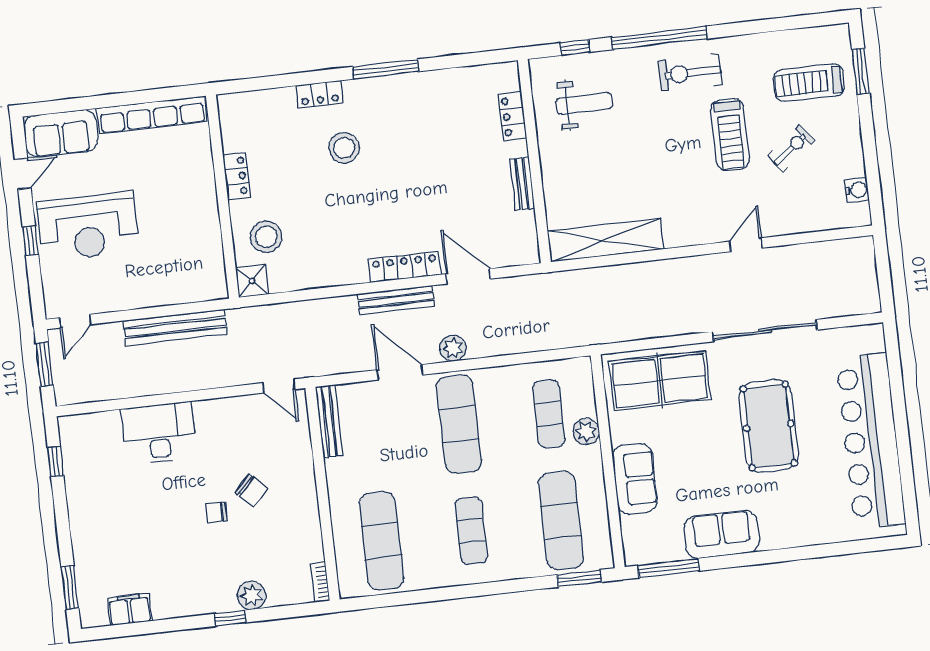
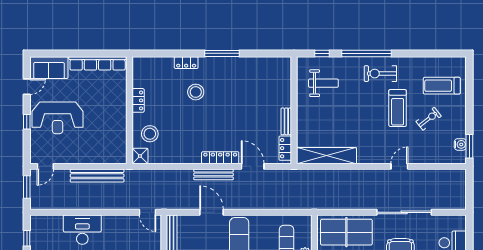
window: (861, 71) -> (469, 146), moved
locker: (512, 116) -> (285, 148), moved
plant: (453, 348) -> (240, 203), removed

